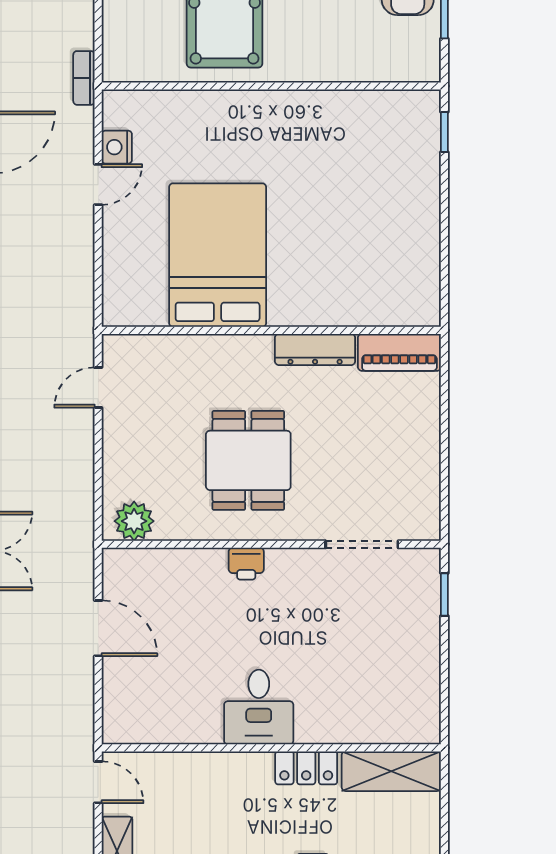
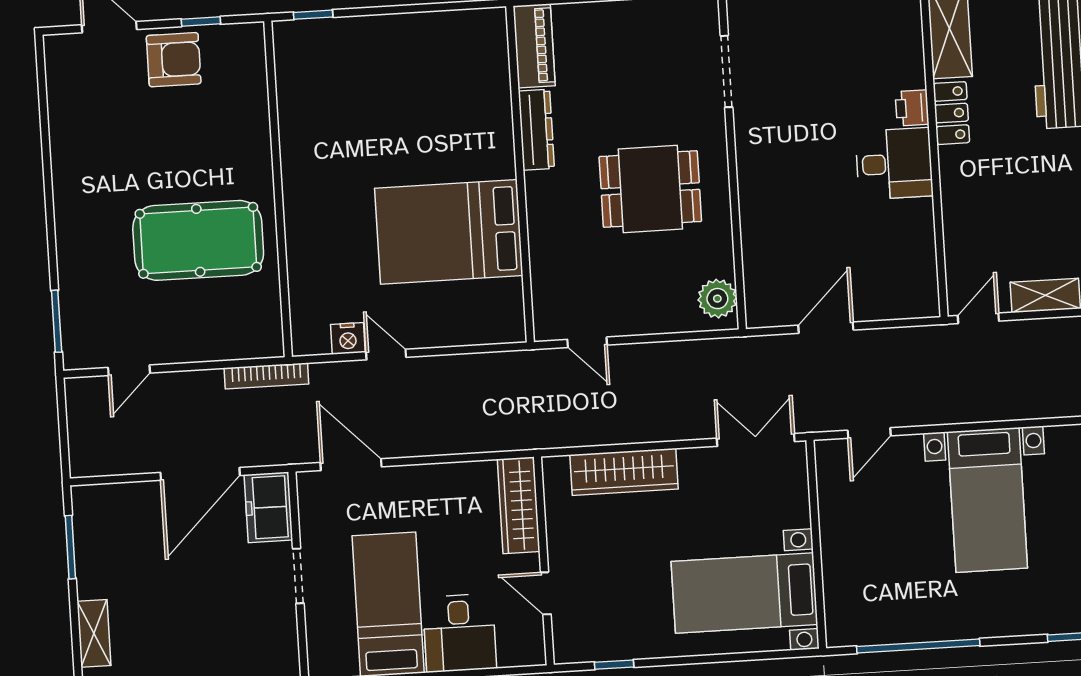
bookcase: (84, 78) -> (266, 376), width x1.56
printer: (246, 564) -> (912, 108), moved, turned 180

